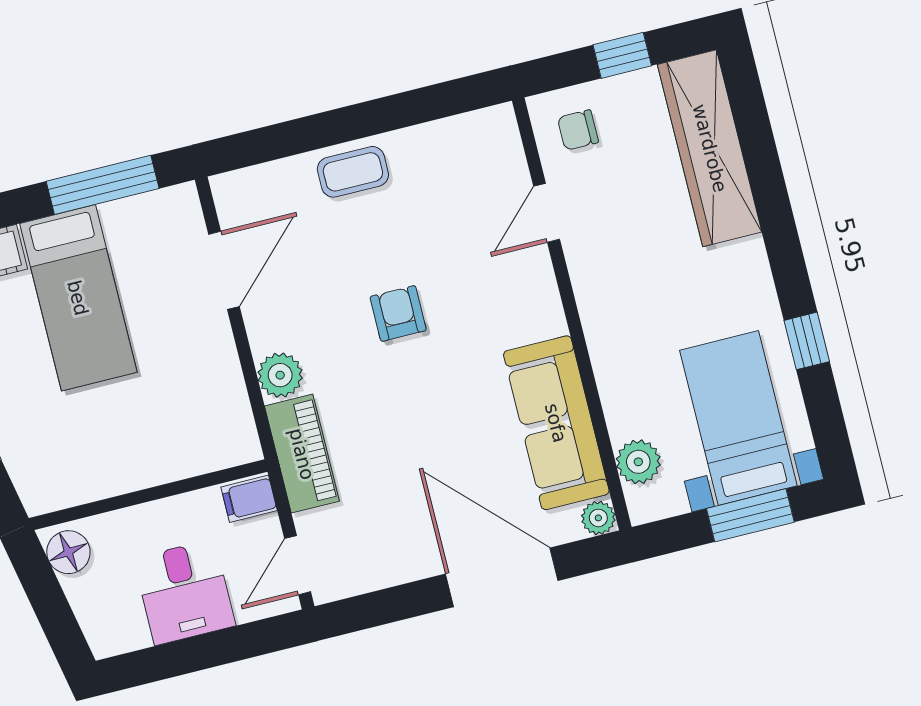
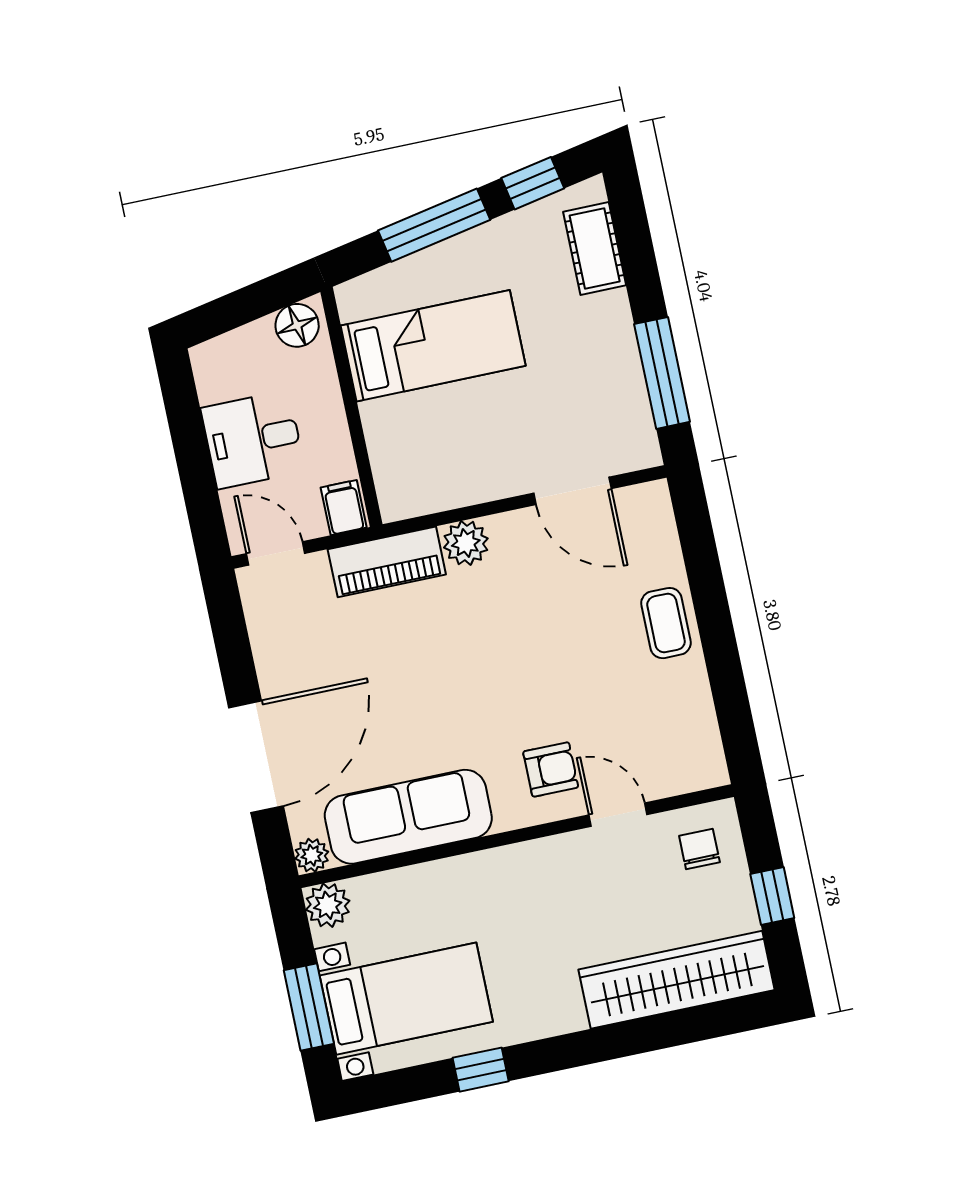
bed: (78, 298) -> (433, 346), moved, turned 180
armchair: (398, 313) -> (551, 769), moved
plant: (638, 462) -> (328, 905), moved

